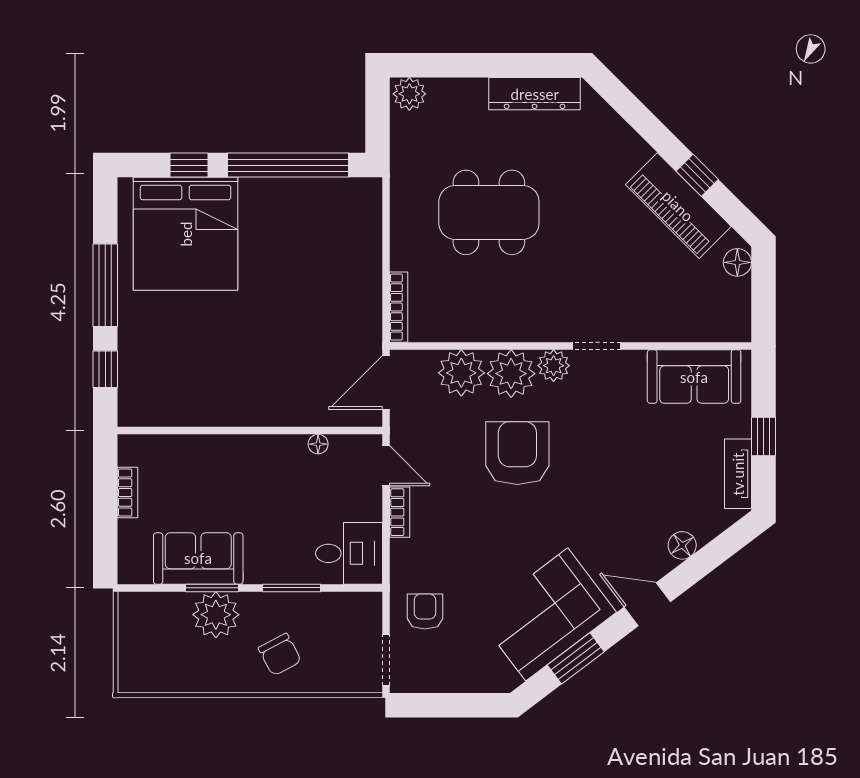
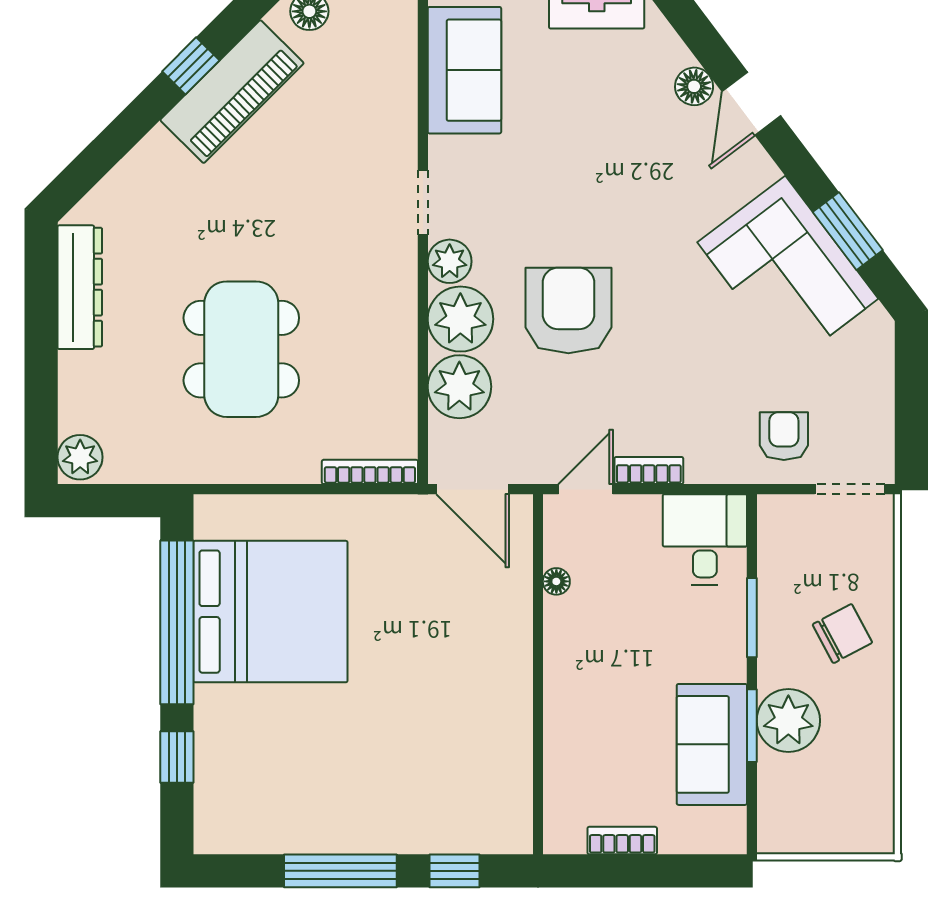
bed: (186, 234) -> (270, 612), moved
armchair: (517, 453) -> (568, 310), turned 90
door: (647, 604) -> (751, 104), moved
armchair: (425, 611) -> (784, 436), turned 90

